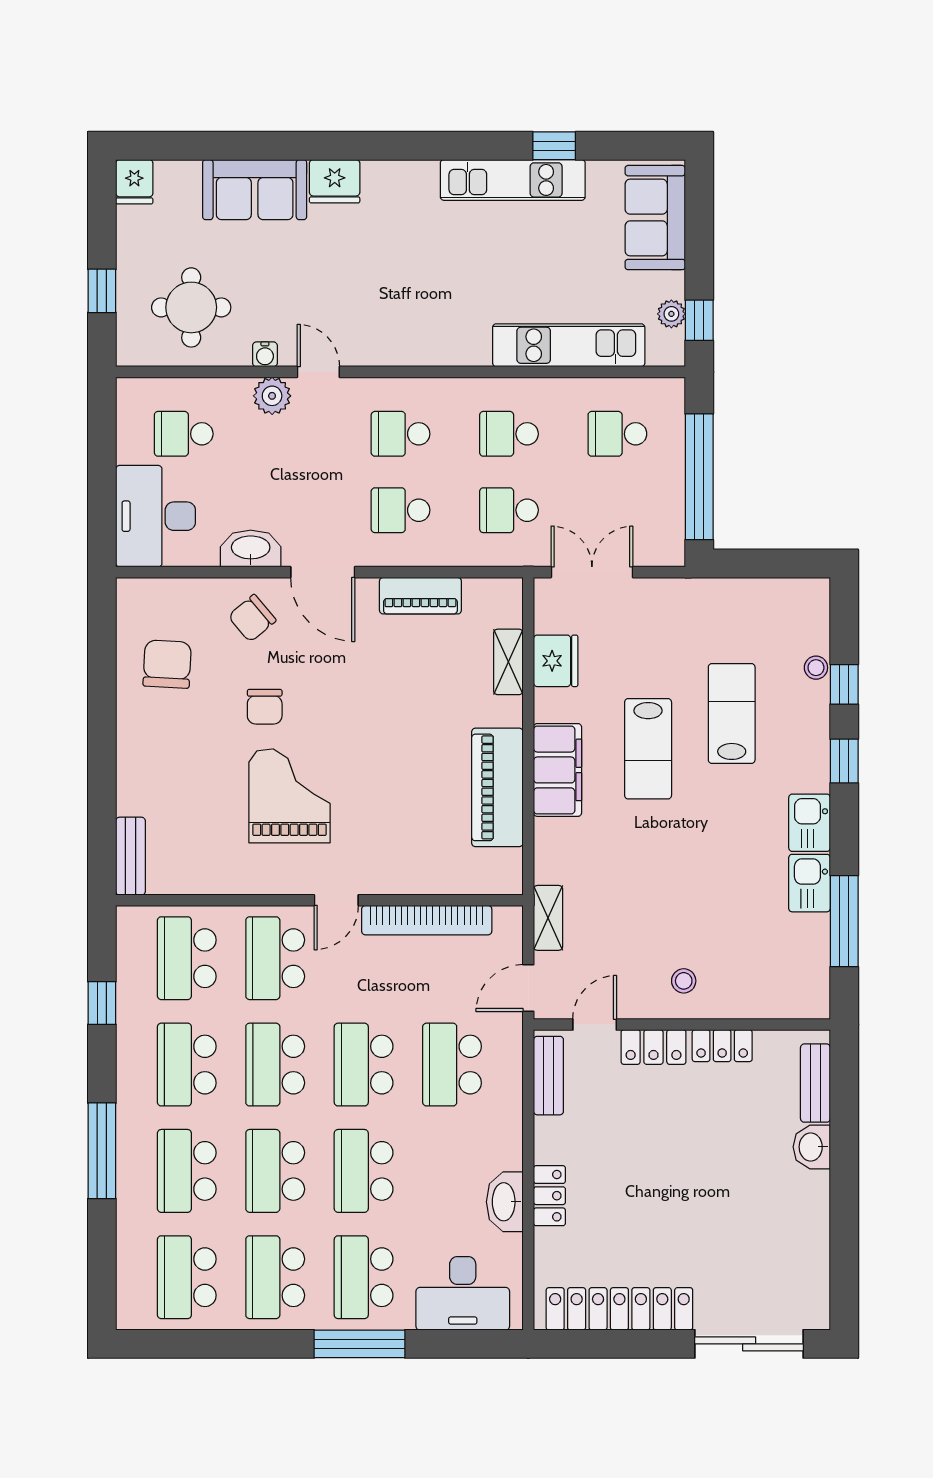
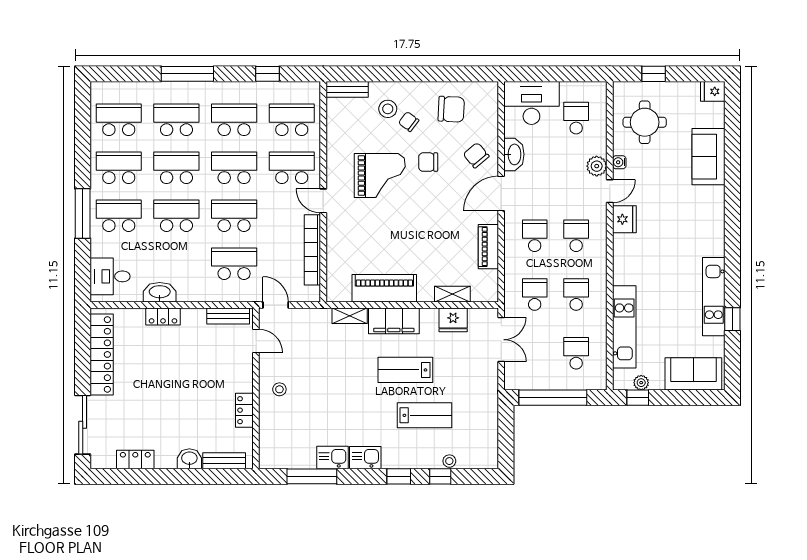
fridge: (335, 181) -> (624, 219), moved, turned 180
chair: (190, 743) -> (409, 122), added
stool: (167, 781) -> (388, 109), added
shelving: (548, 918) -> (350, 316), moved
locker: (653, 1047) -> (135, 459), moved, turned 90
desk: (463, 1293) -> (110, 276), width x0.73

